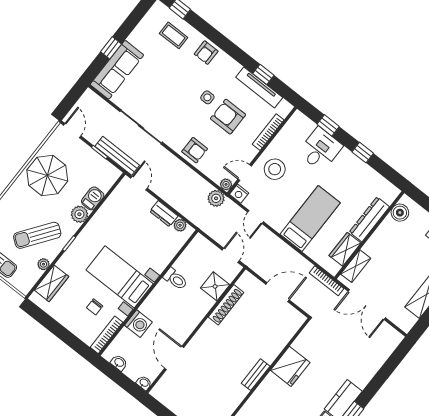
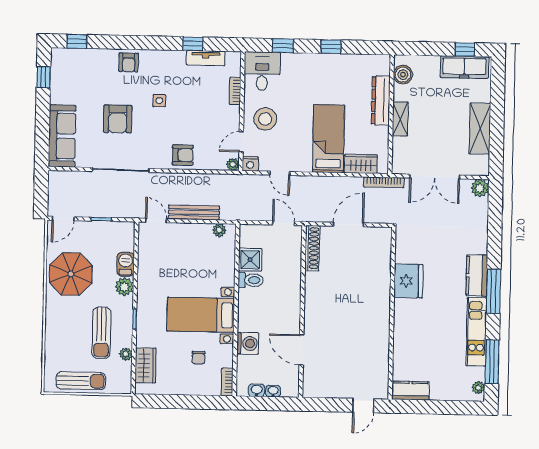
coffee table: (174, 35) -> (89, 69), removed
window: (111, 48) -> (43, 77), moved
tv unit: (259, 87) -> (206, 58), width x0.71
armchair: (228, 117) -> (118, 119), moved, turned -90
door: (72, 131) -> (63, 219), swing flipped
bookcase: (268, 132) -> (235, 91), width x0.64
desk: (320, 149) -> (262, 71), moved
bench: (117, 156) -> (194, 212), moved
plant: (216, 198) -> (480, 188), moved
dresser: (164, 214) -> (198, 231), removed
sun lounger: (37, 235) -> (101, 333), turned -36
wardrobe: (345, 249) -> (361, 164), moved, turned 90
shelving: (356, 266) -> (400, 119), moved
shower: (215, 286) -> (250, 260), moved
shoe rack: (226, 305) -> (312, 248), moved
bookcase: (107, 335) -> (227, 382), width x0.64
bench: (256, 375) -> (384, 311), removed
washbasin: (144, 383) -> (273, 391), moved

